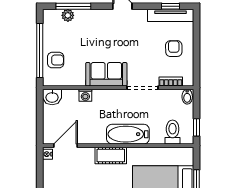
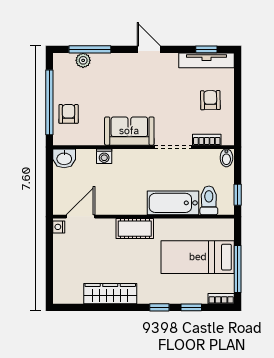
armchair: (56, 60) -> (69, 114), turned -90
bathtub: (128, 134) -> (173, 203), moved

